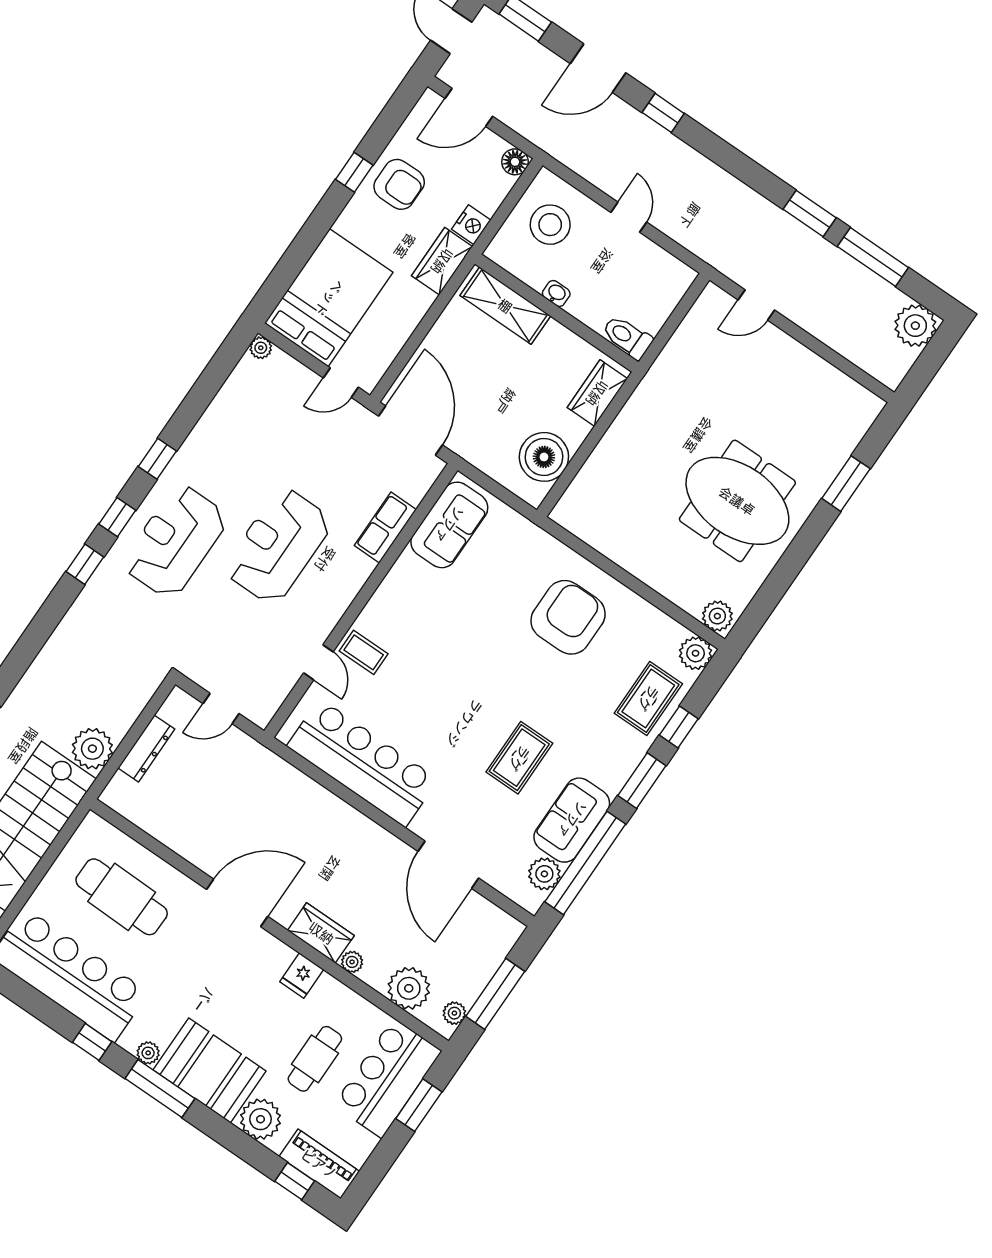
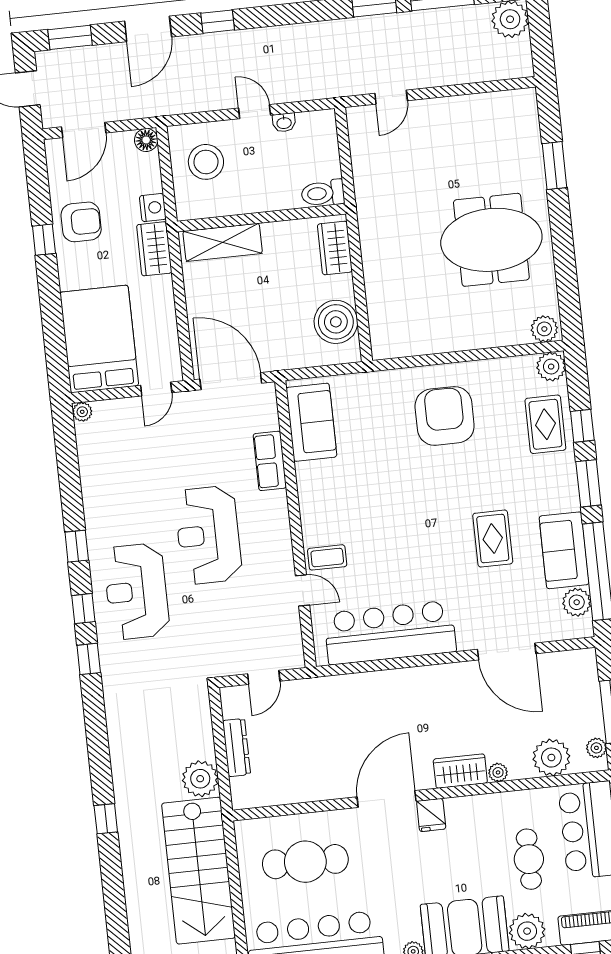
washbasin: (556, 293) -> (284, 123), moved, turned 180
fridge: (302, 976) -> (431, 815), moved

